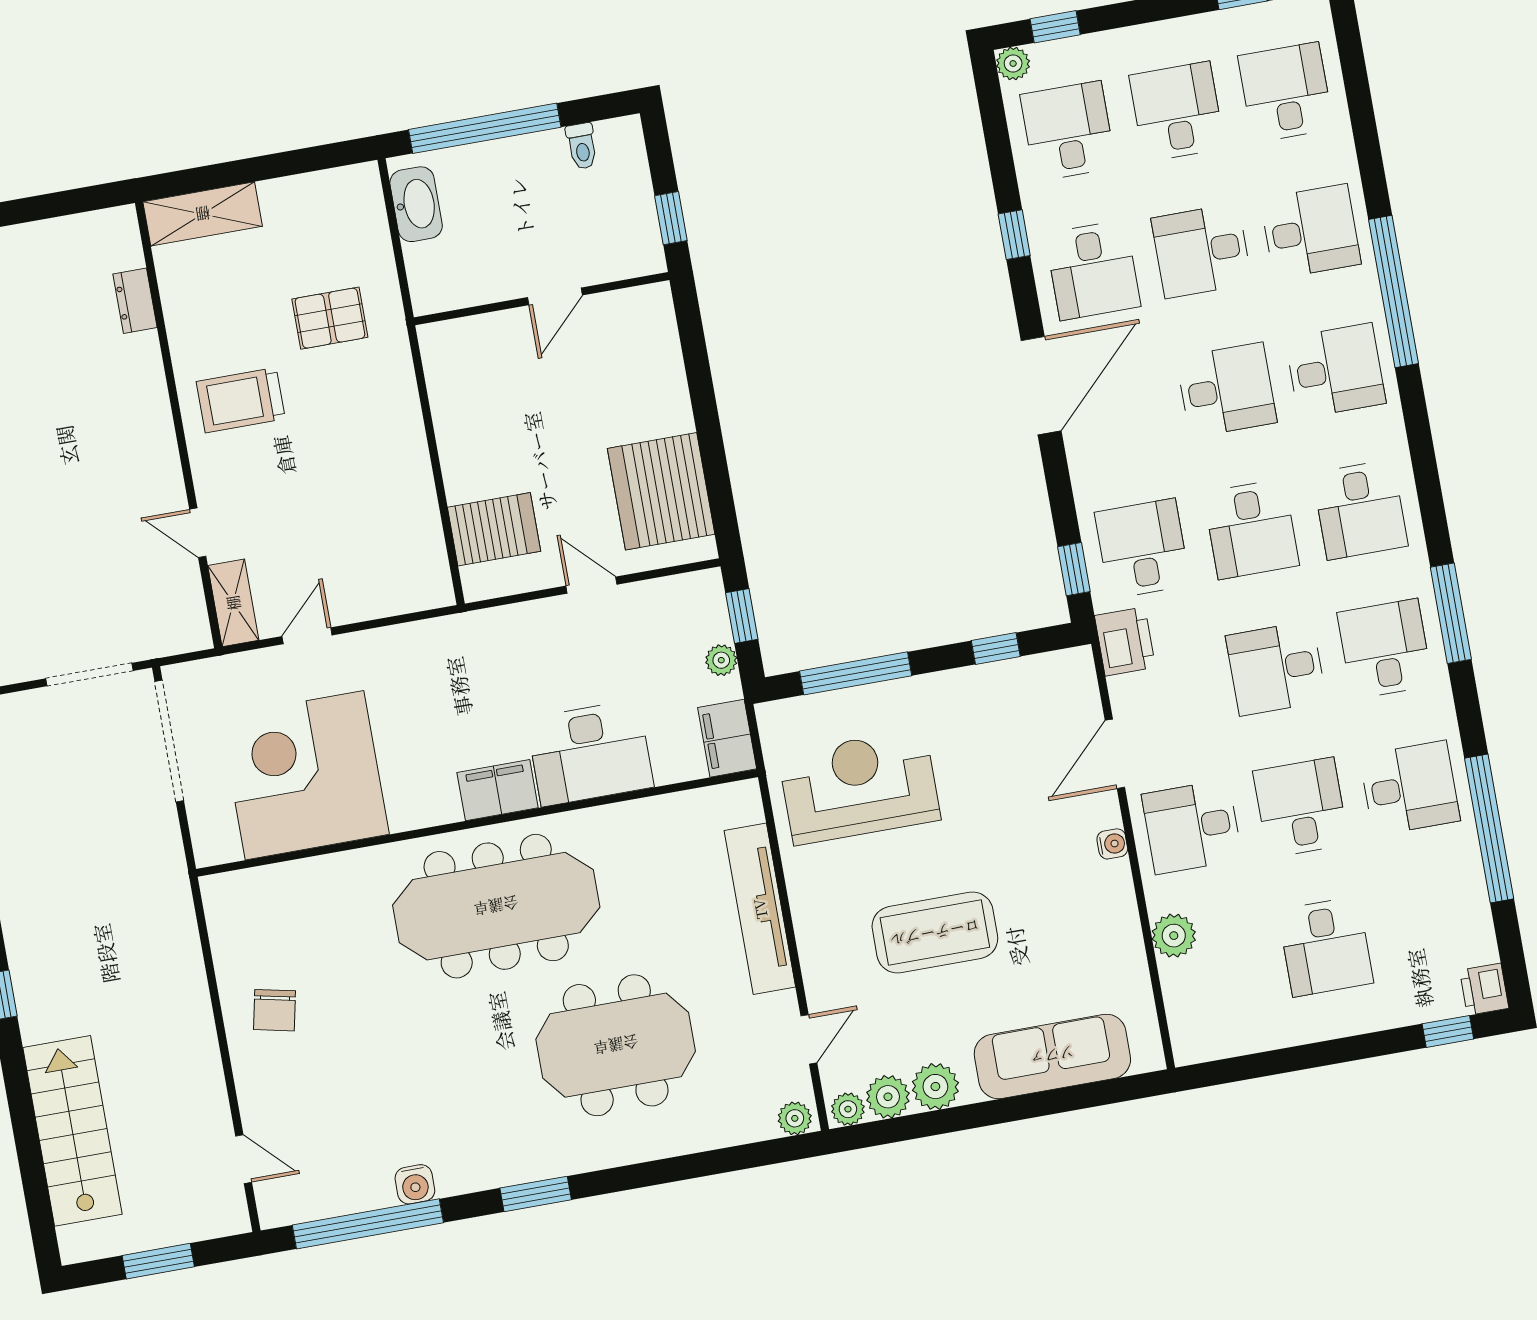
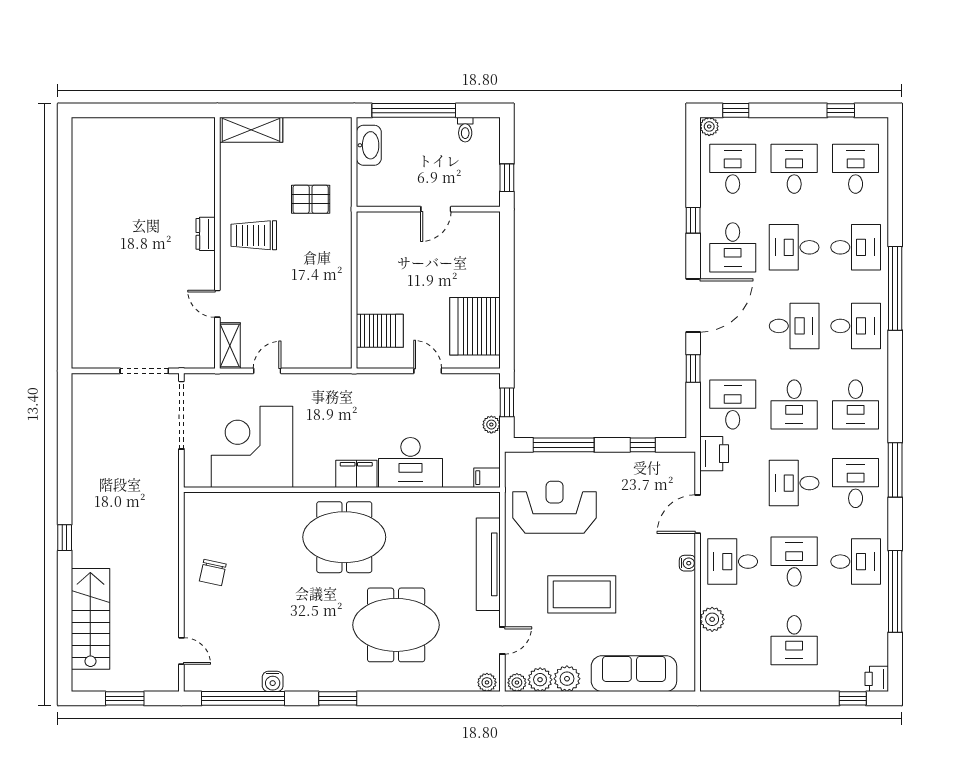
dresser: (135, 301) -> (206, 234), moved
window: (1074, 569) -> (693, 368), moved
filing cabinet: (727, 738) -> (487, 478), width x0.50
meeting table: (496, 906) -> (344, 537), width x0.73

